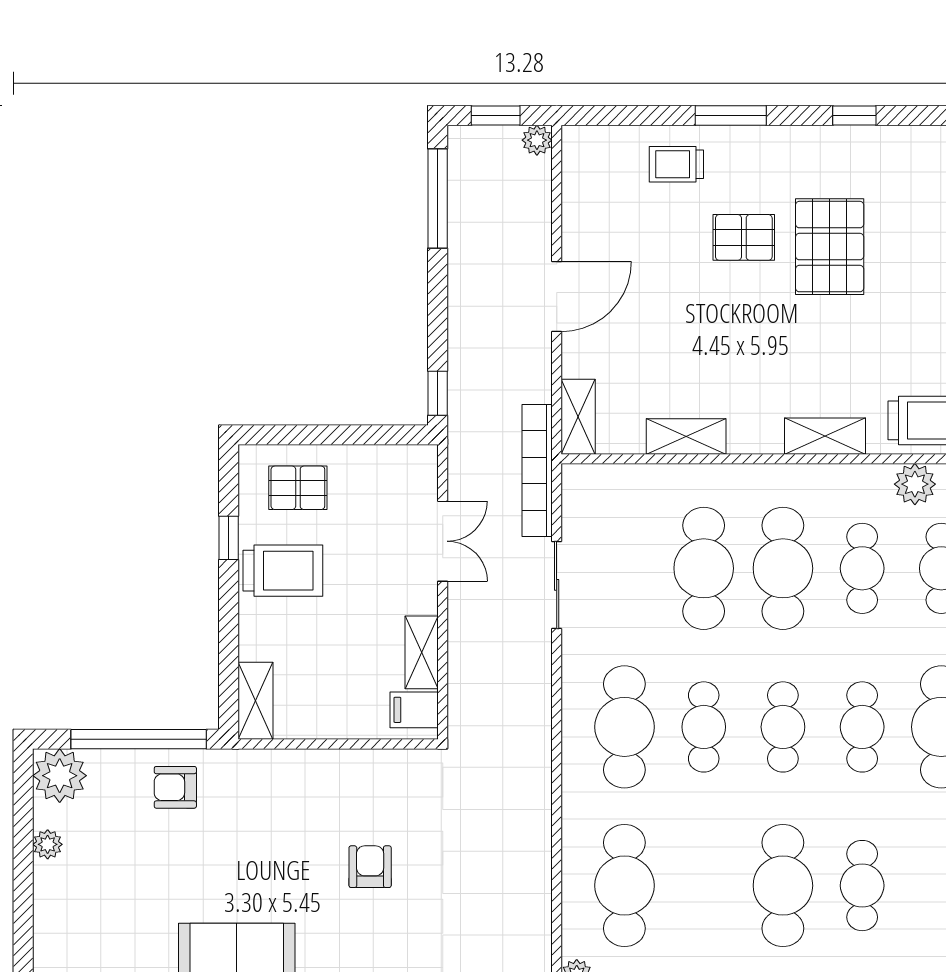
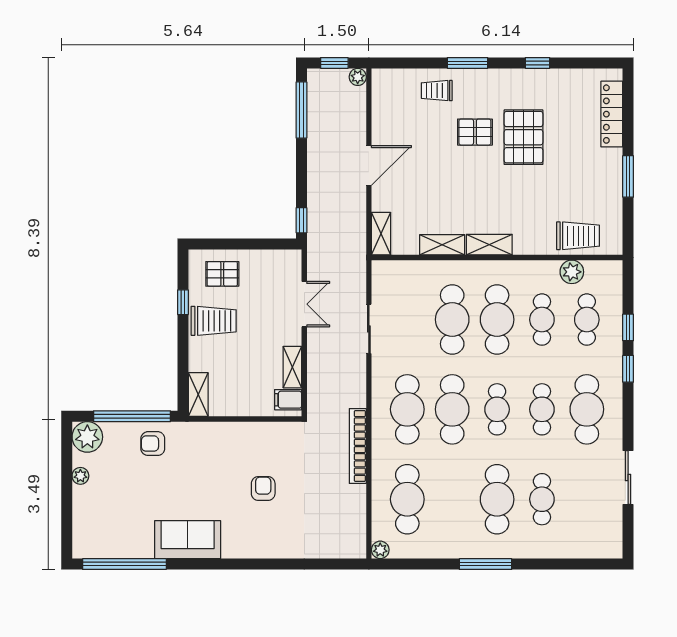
shelving: (825, 436) -> (489, 245), moved
bookcase: (537, 471) -> (358, 446), moved
cafe table: (704, 727) -> (452, 409), width x1.37, depth x1.35

